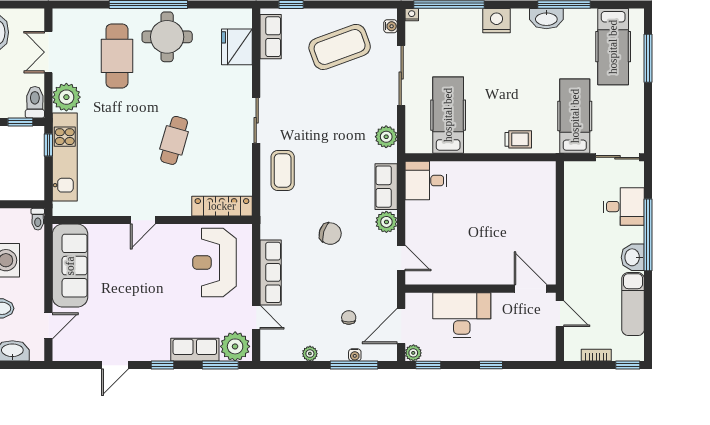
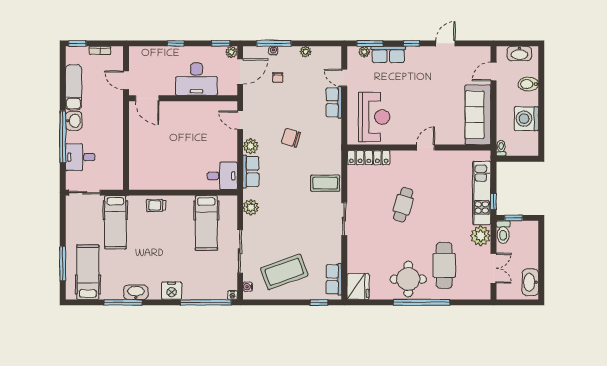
fridge: (237, 47) -> (358, 287), moved
coffee table: (283, 170) -> (325, 183), turned 90
row of seats: (271, 272) -> (334, 102), width x0.68
plant: (235, 346) -> (364, 52), width x0.53, depth x0.53

